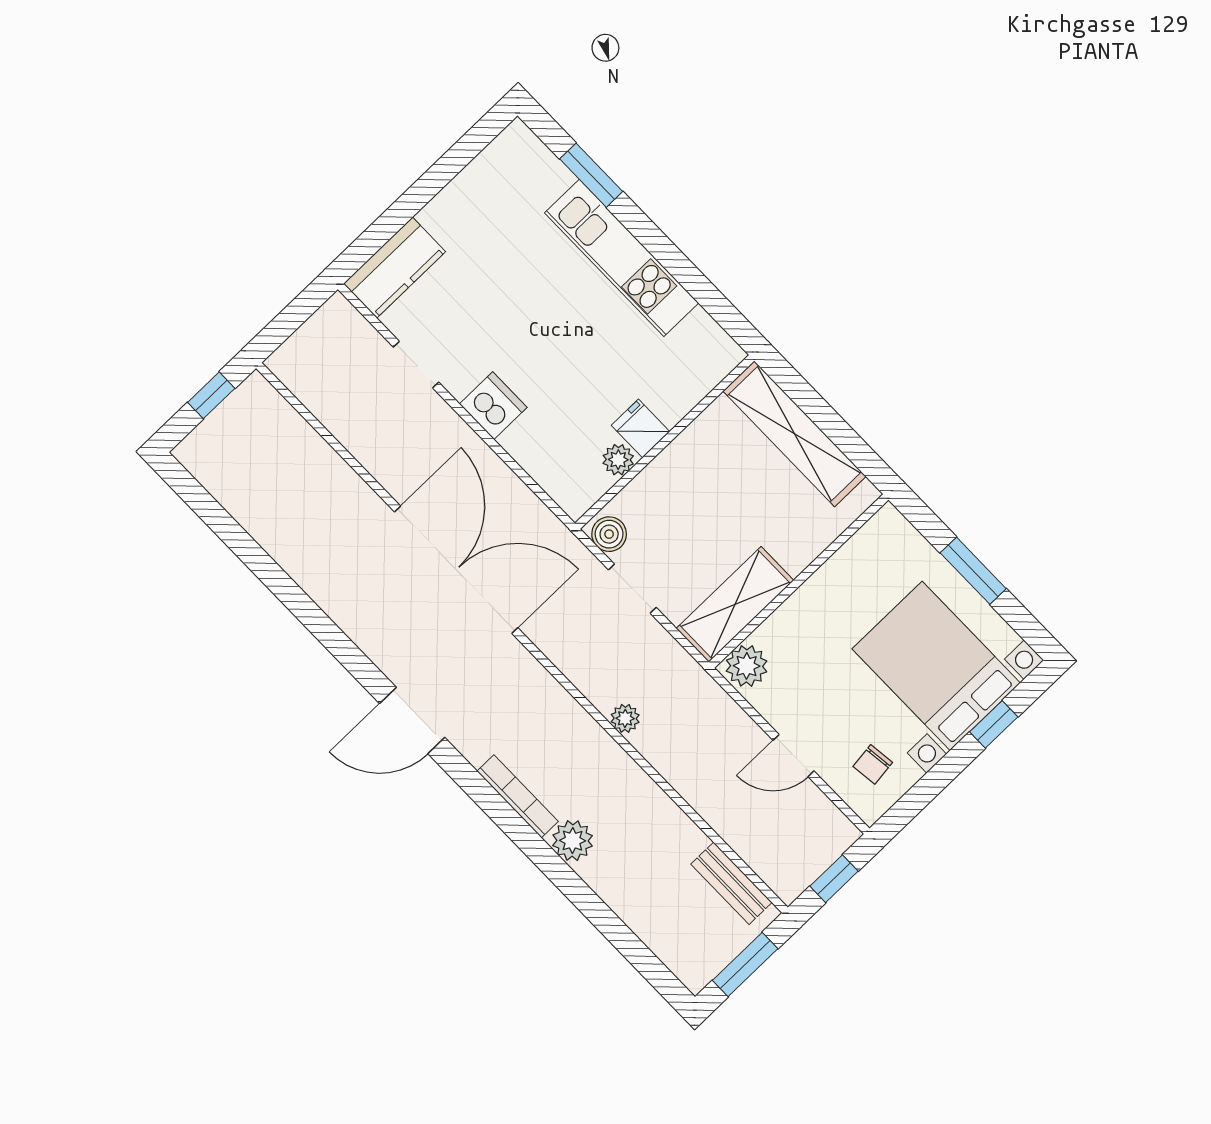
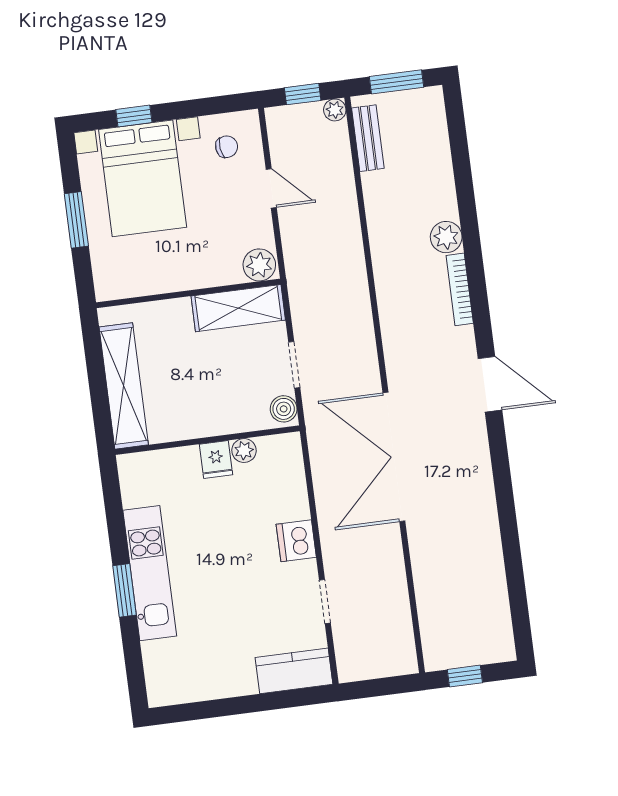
window: (591, 175) -> (124, 590), moved
plant: (625, 718) -> (335, 110), moved

